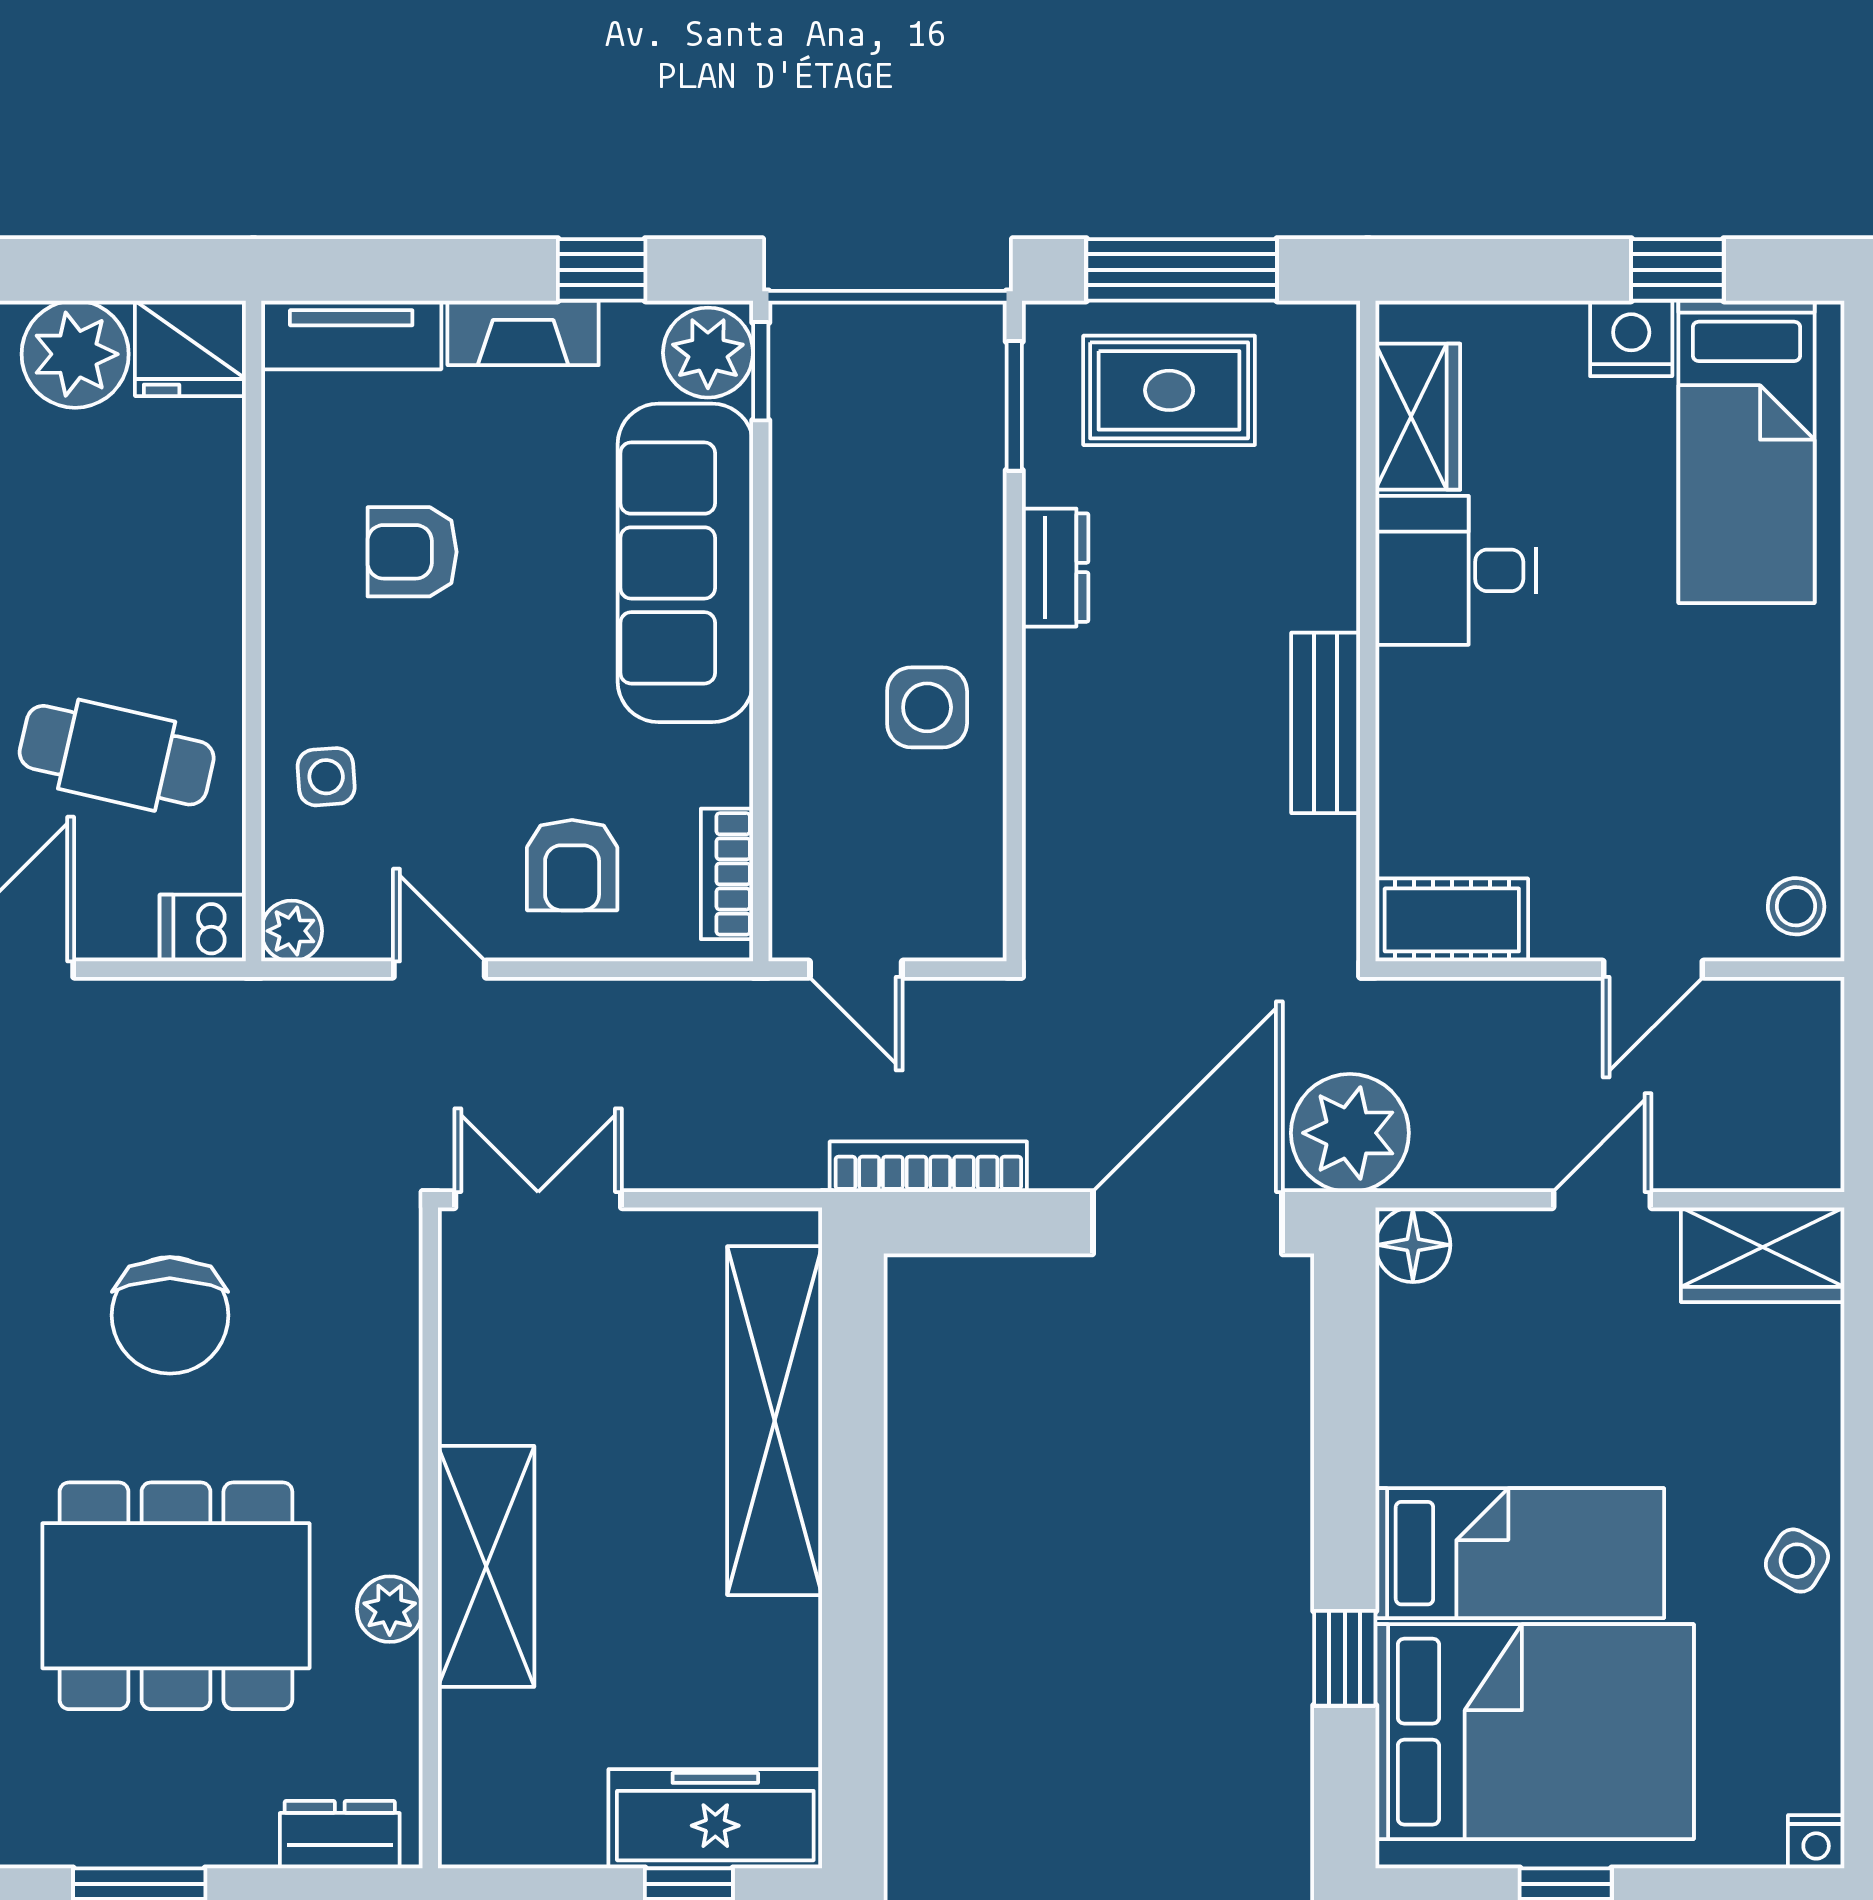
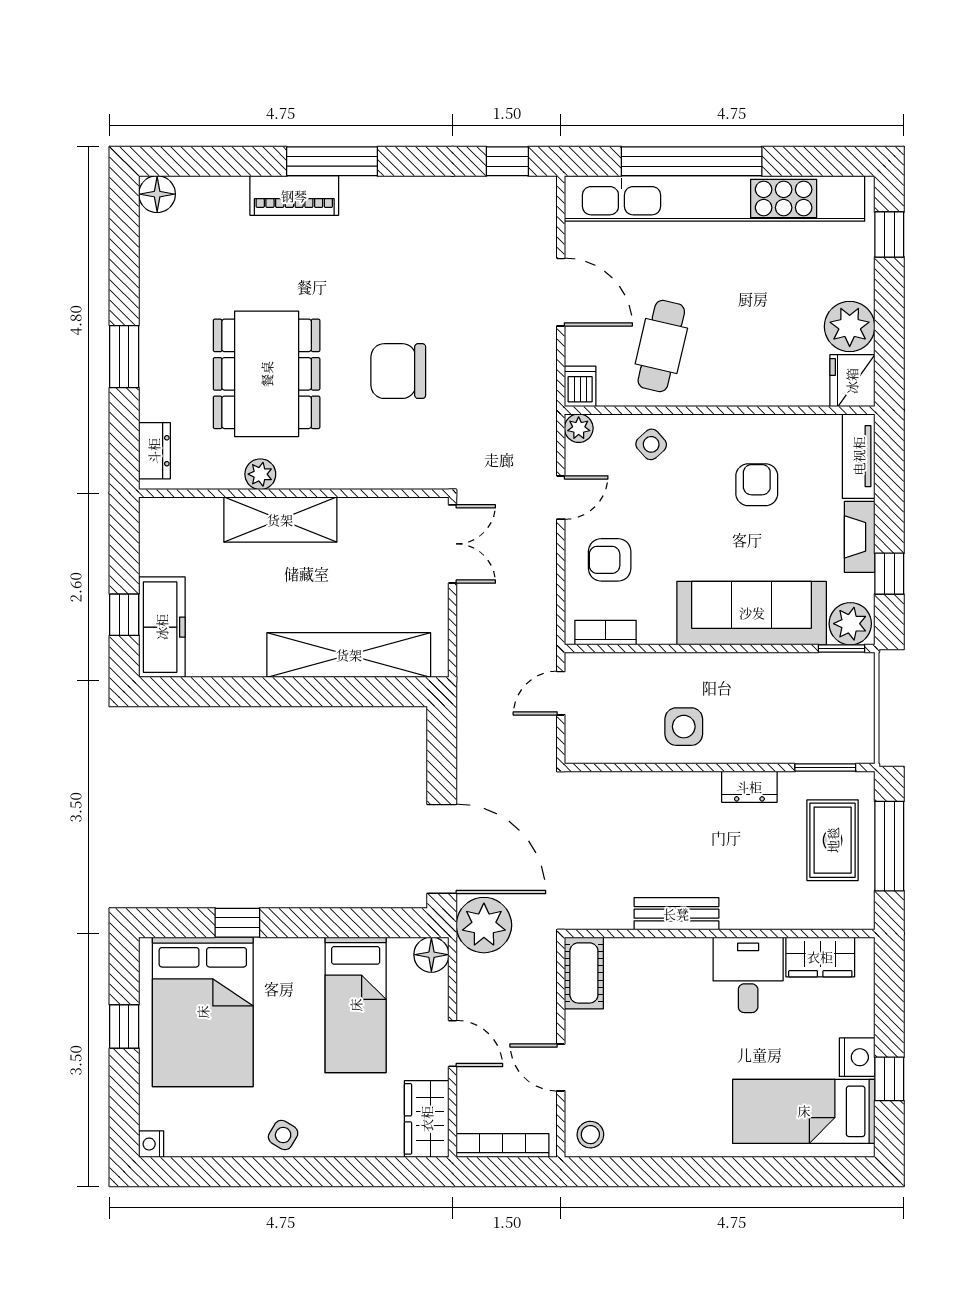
side table: (326, 777) -> (651, 444), turned -38
bookcase: (928, 1167) -> (502, 1145), moved, turned -90
bed: (1520, 1553) -> (356, 1005), moved

